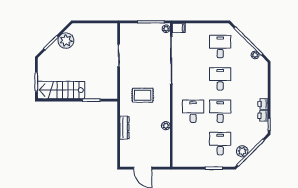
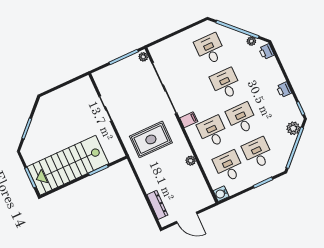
filing cabinet: (179, 28) -> (189, 120), moved
plant: (66, 41) -> (42, 119), removed
stairs: (61, 90) -> (68, 165), width x1.36, depth x1.51
rug: (143, 95) -> (151, 139), width x1.36, depth x1.43
printer: (263, 116) -> (266, 52), moved
dresser: (124, 128) -> (157, 205), moved
desk: (193, 144) -> (229, 166), added
plant: (242, 151) -> (293, 128), moved
water cooler: (178, 162) -> (221, 194), added

